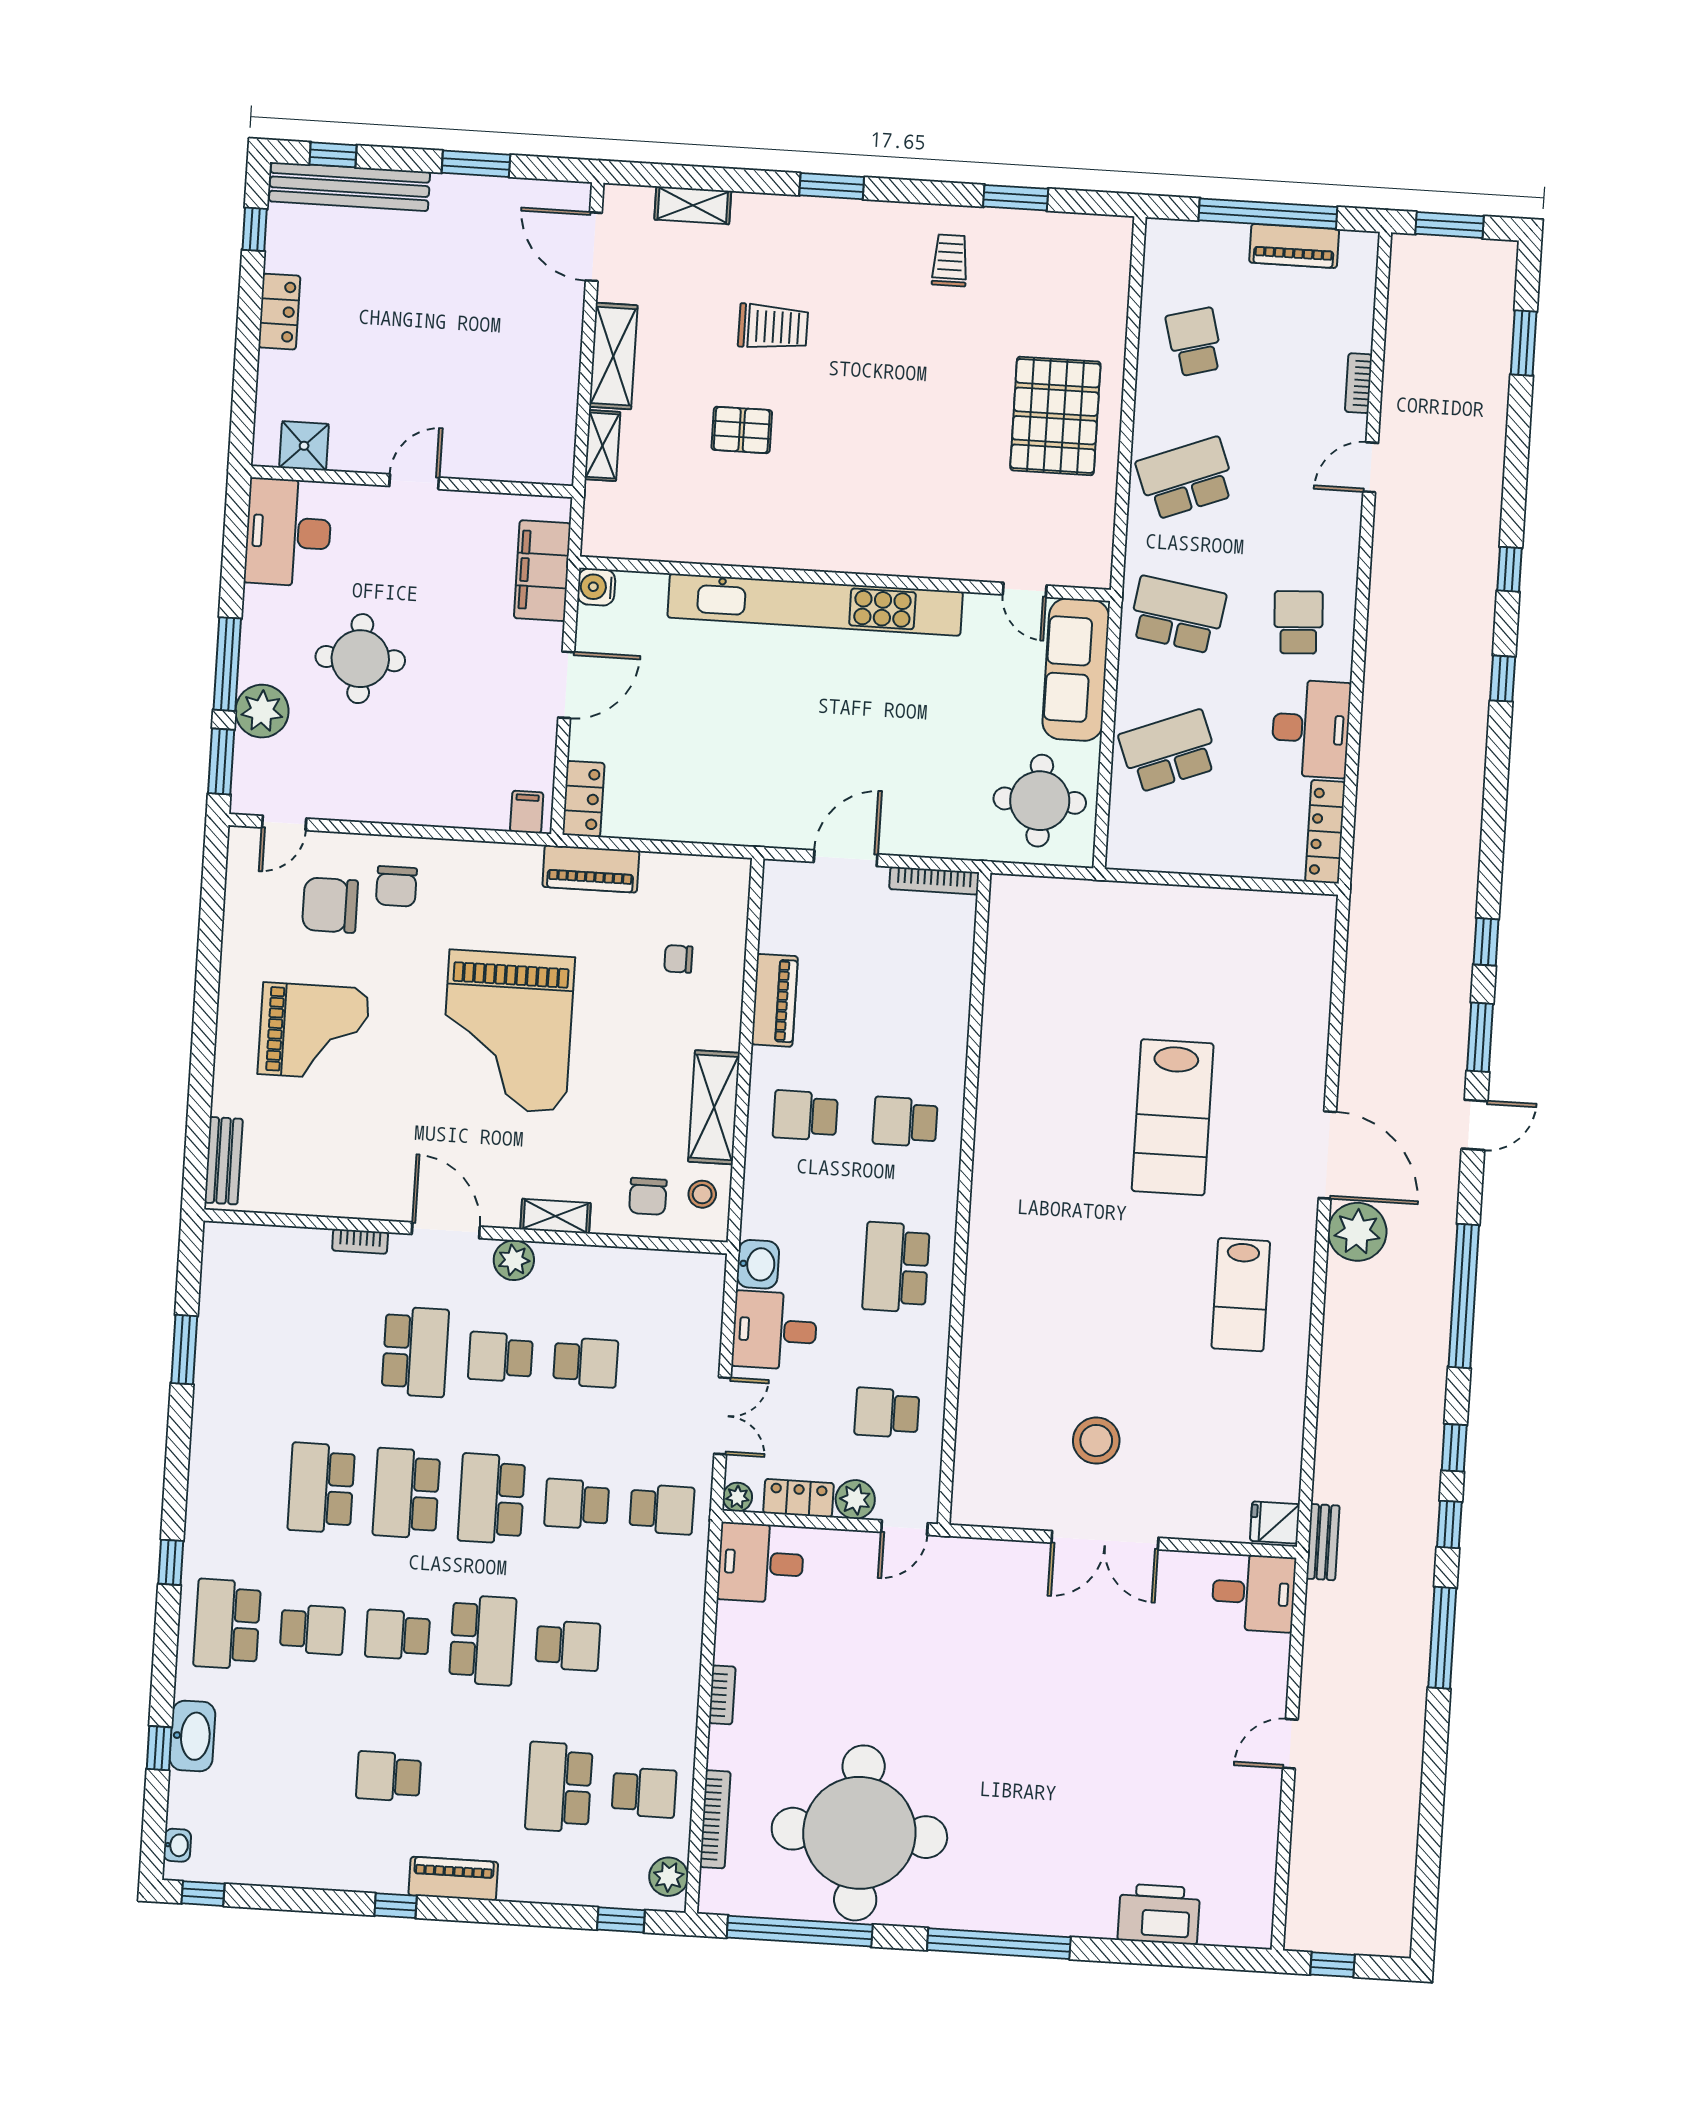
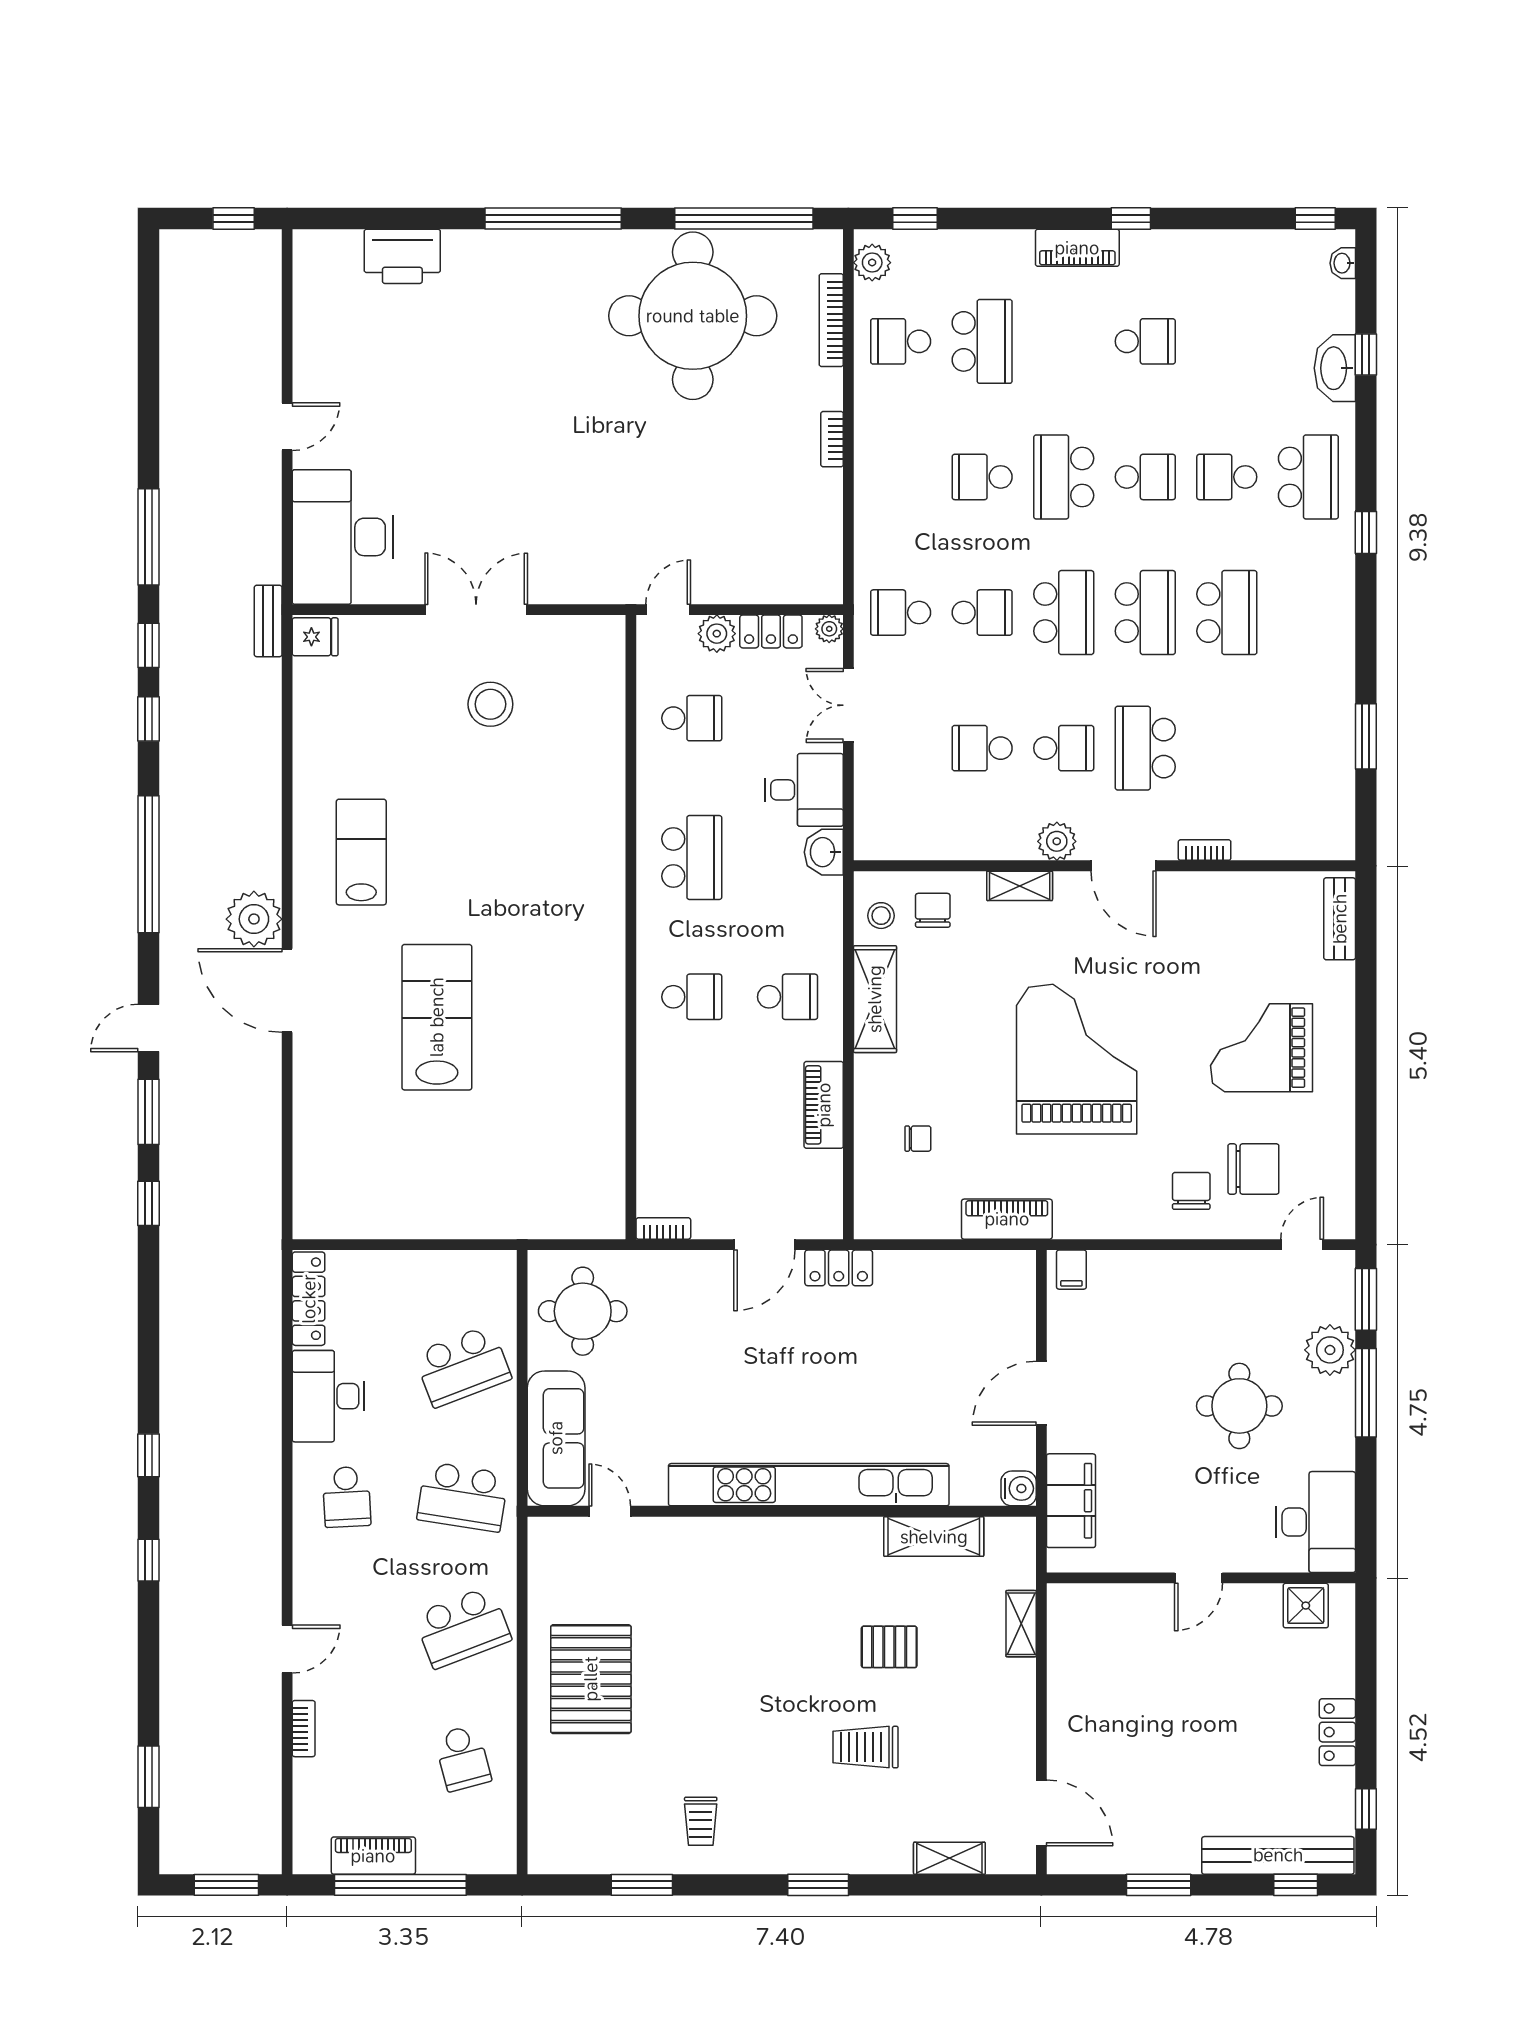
shelving: (613, 356) -> (934, 1537), moved, turned 90
locker: (583, 799) -> (839, 1268), moved, turned -90
bookcase: (934, 881) -> (663, 1228), width x0.64
desk: (761, 1563) -> (803, 567), removed
desk: (1254, 1593) -> (343, 537), width x1.87, depth x1.30

